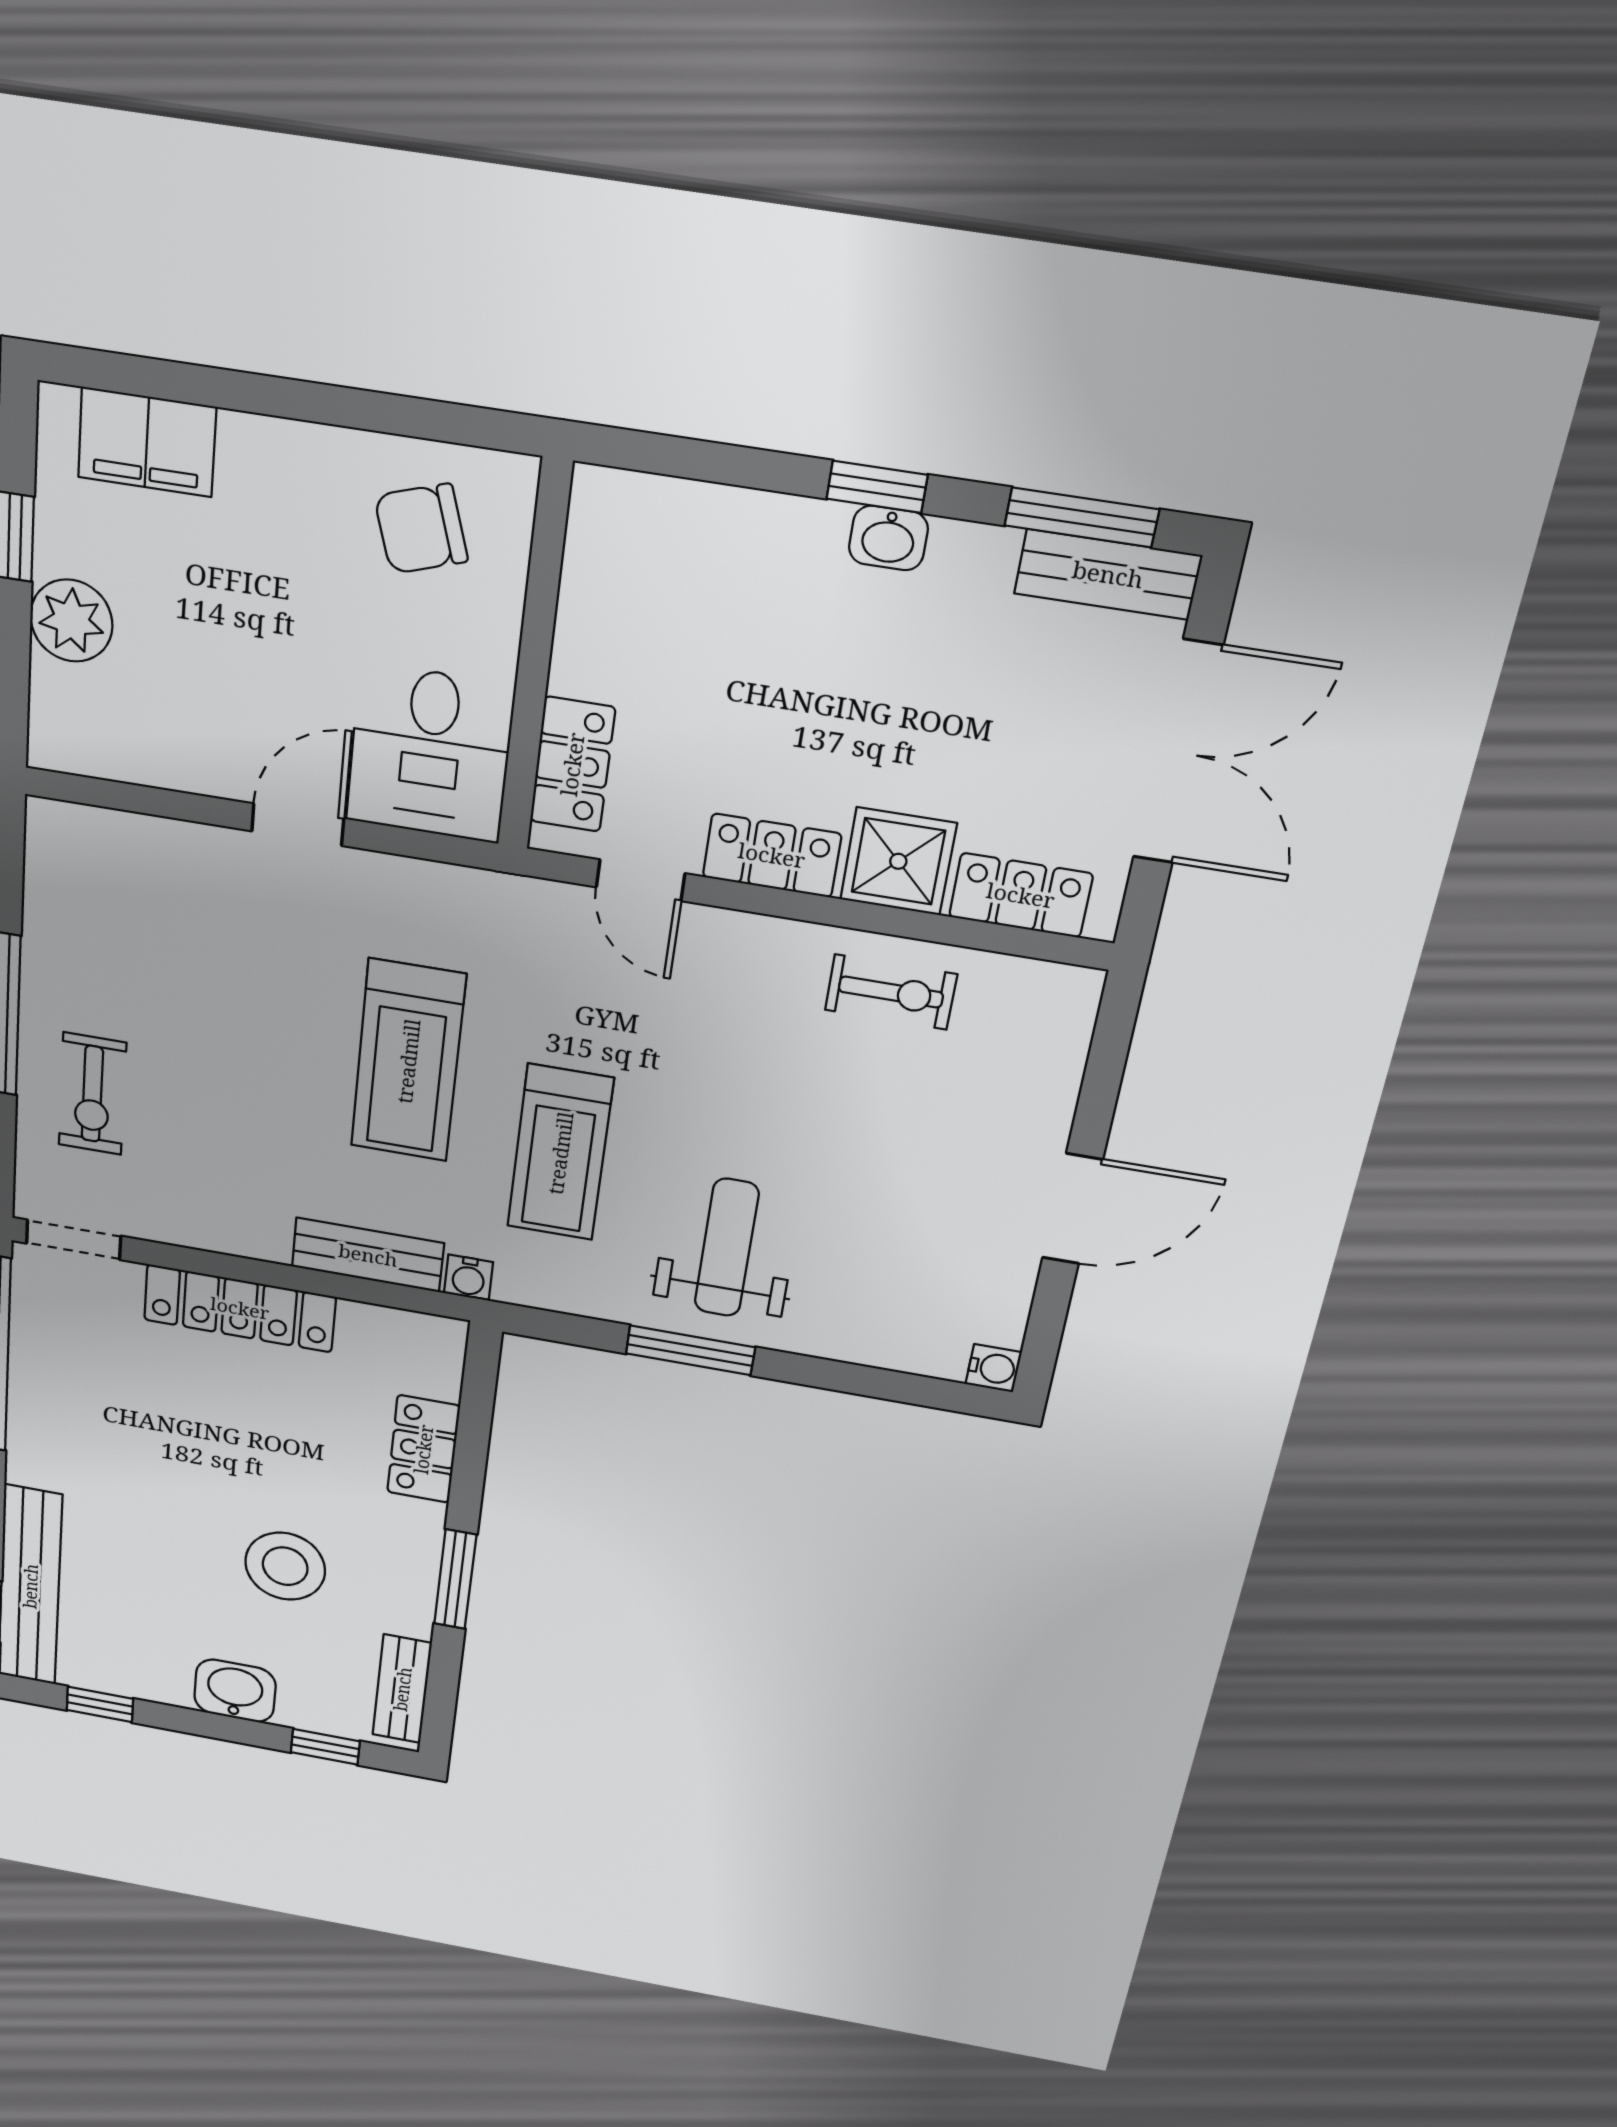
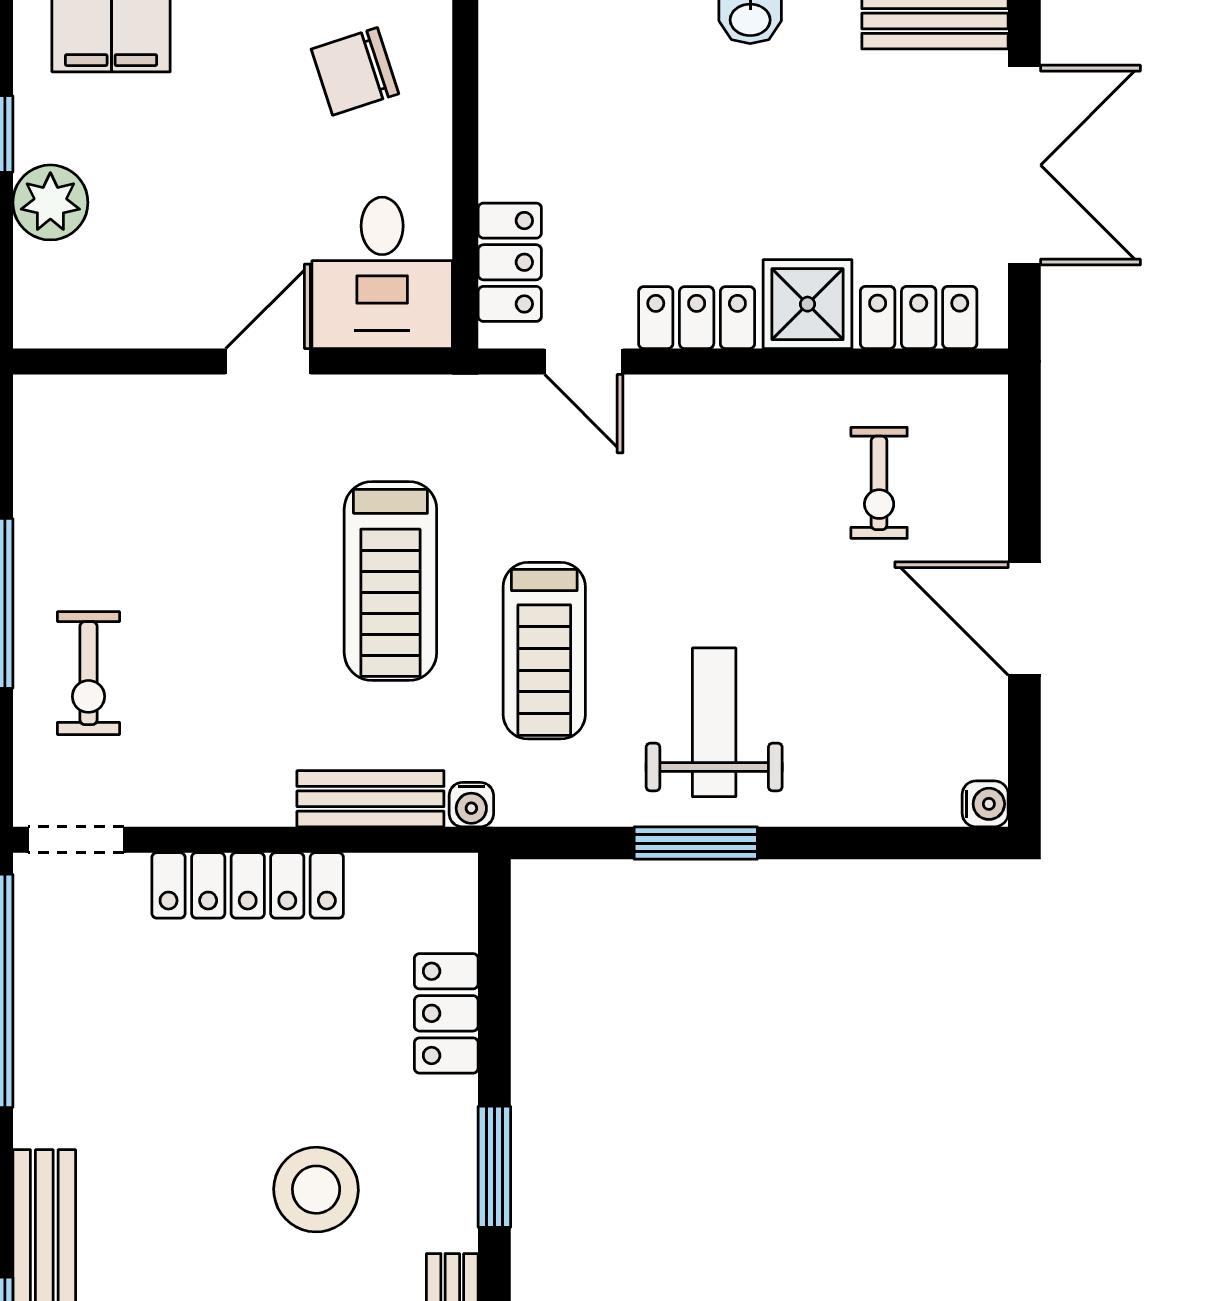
exercise bike: (891, 992) -> (879, 483), moved, turned 90
door: (1072, 1209) -> (1024, 618), swing flipped

